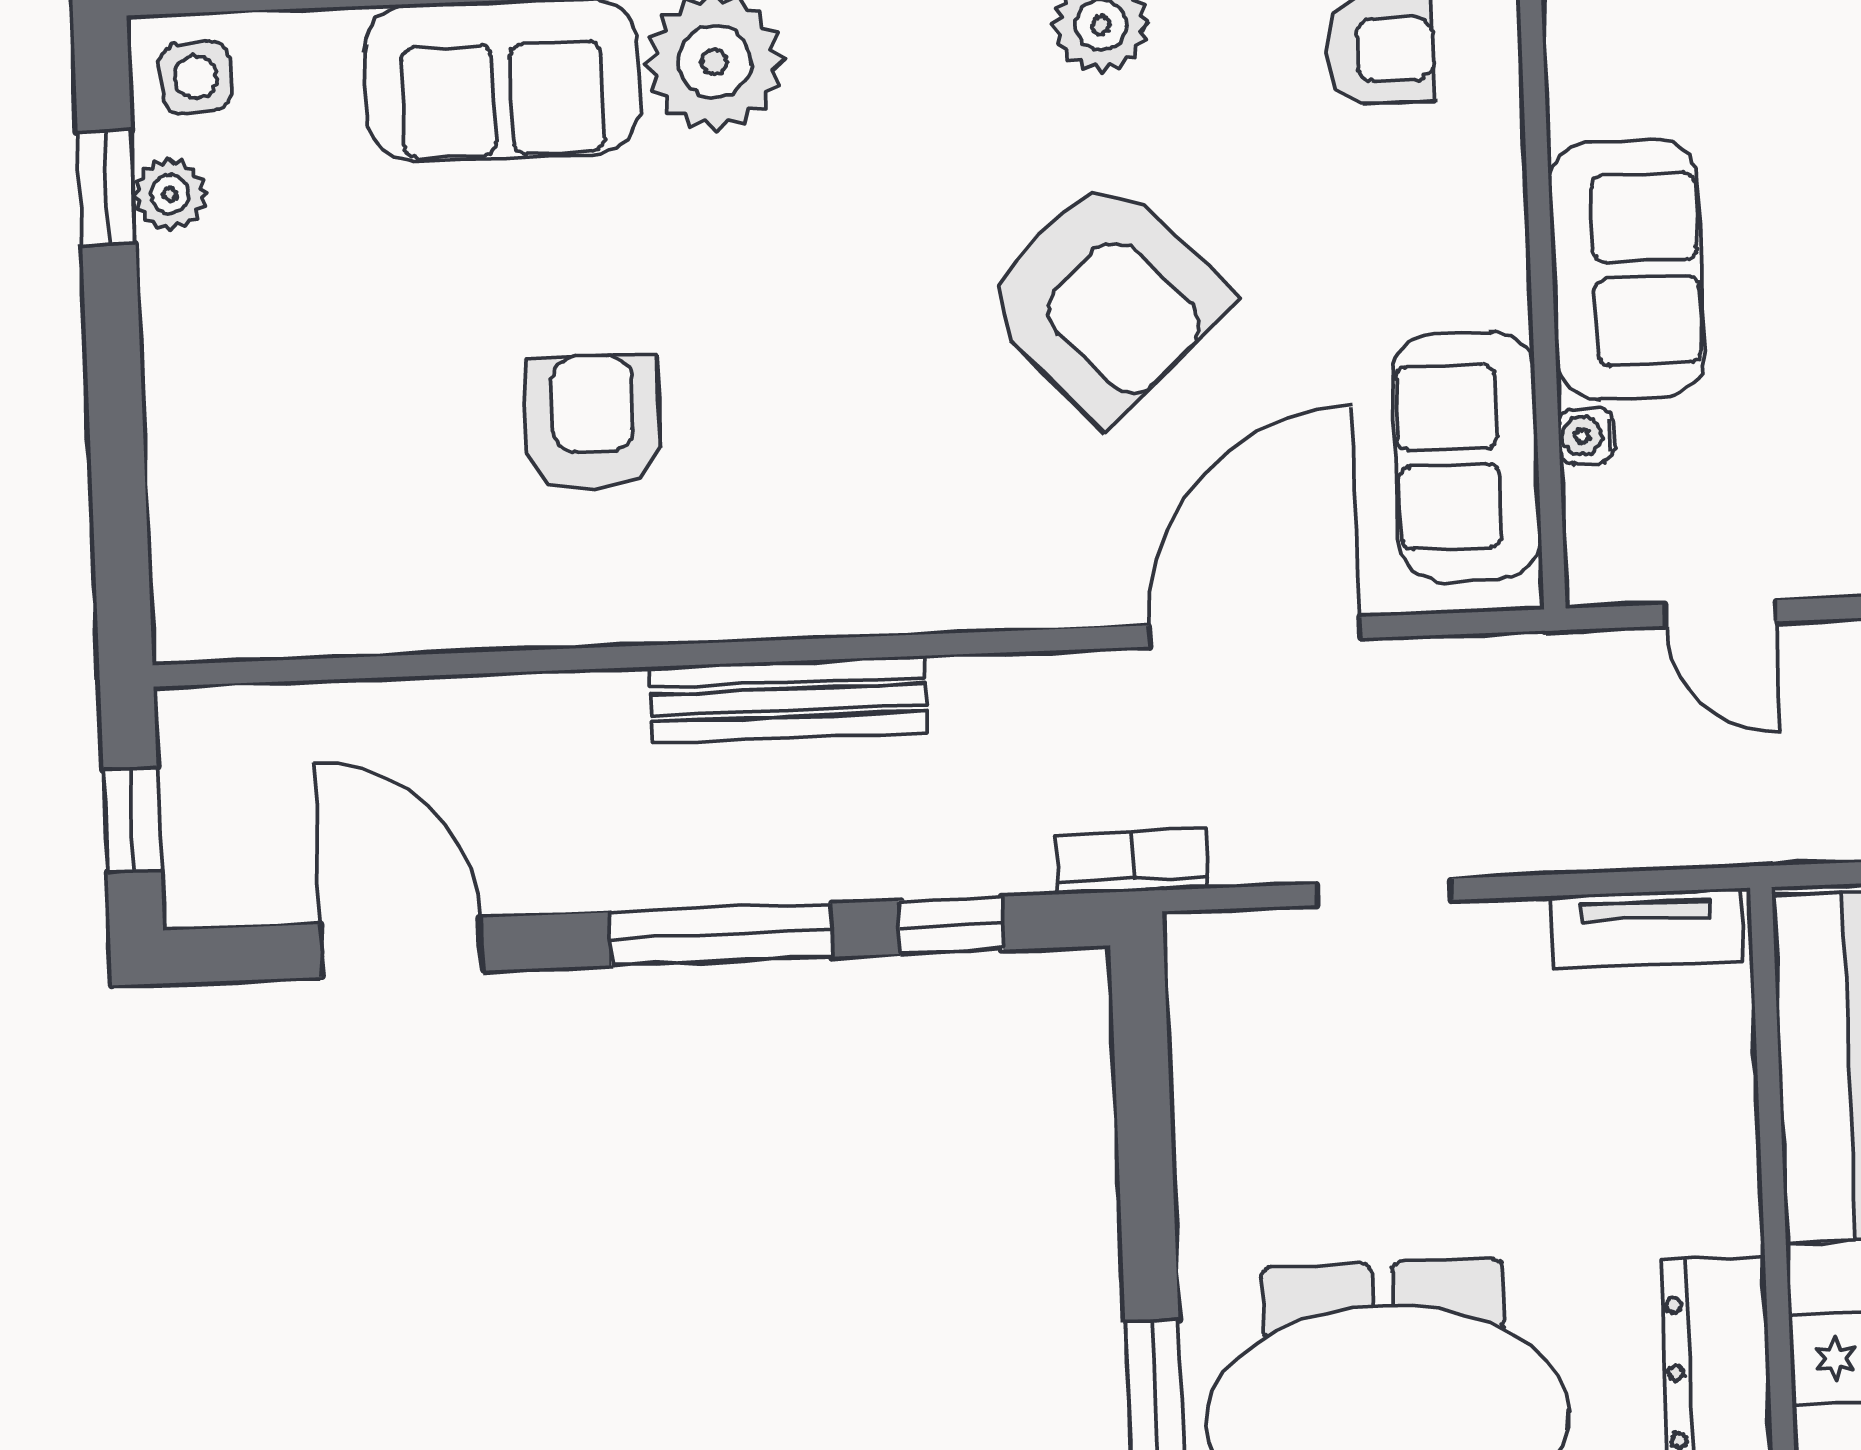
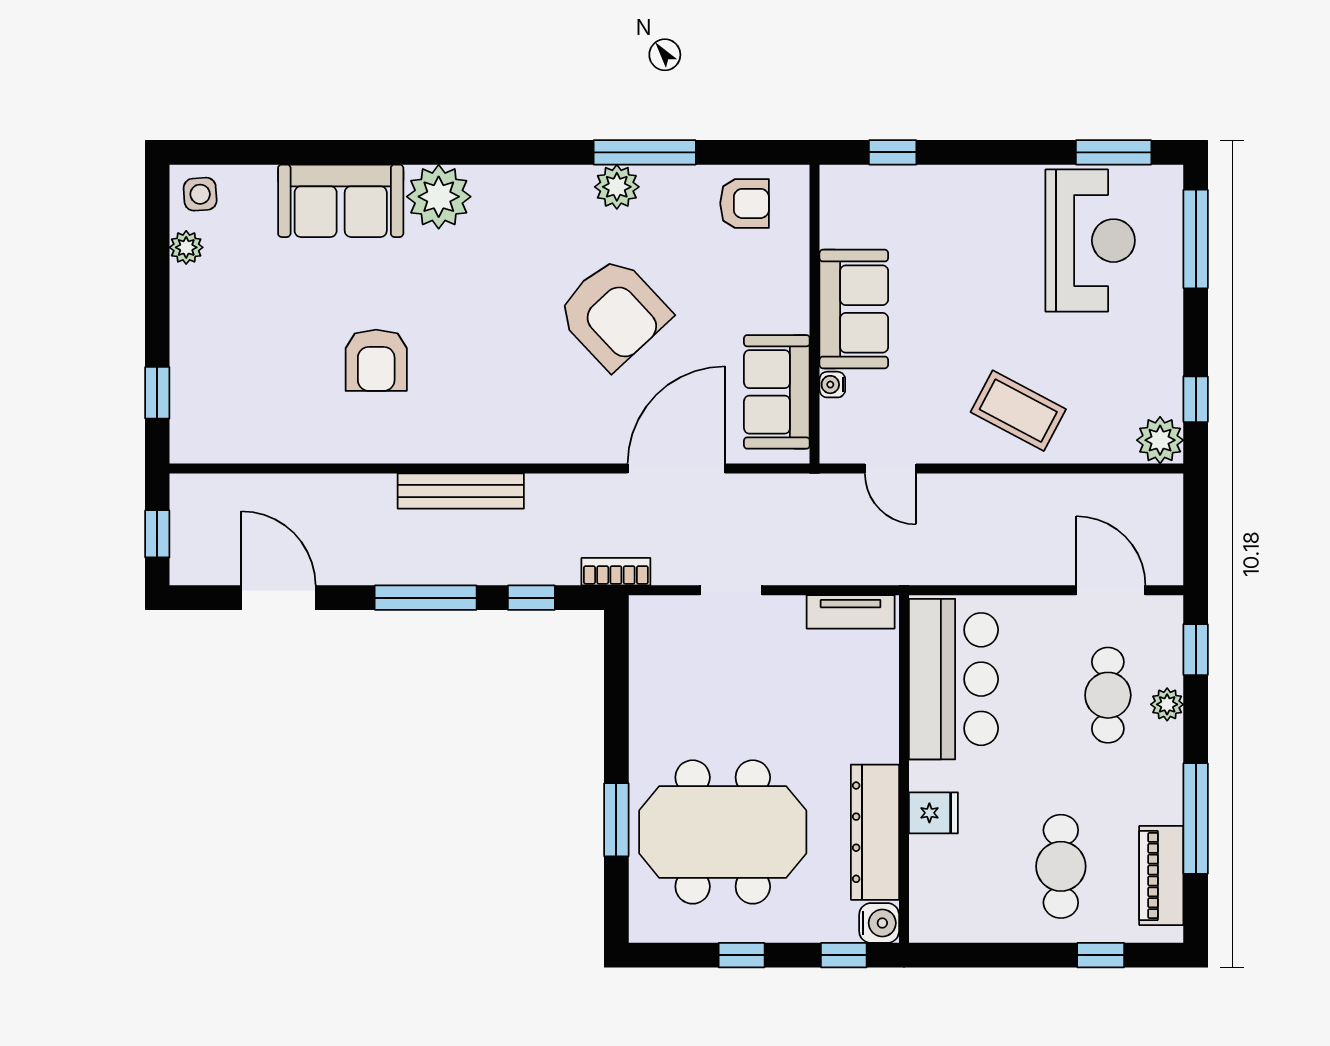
window: (107, 188) -> (157, 393), moved
armchair: (593, 423) -> (376, 360), turned 180

